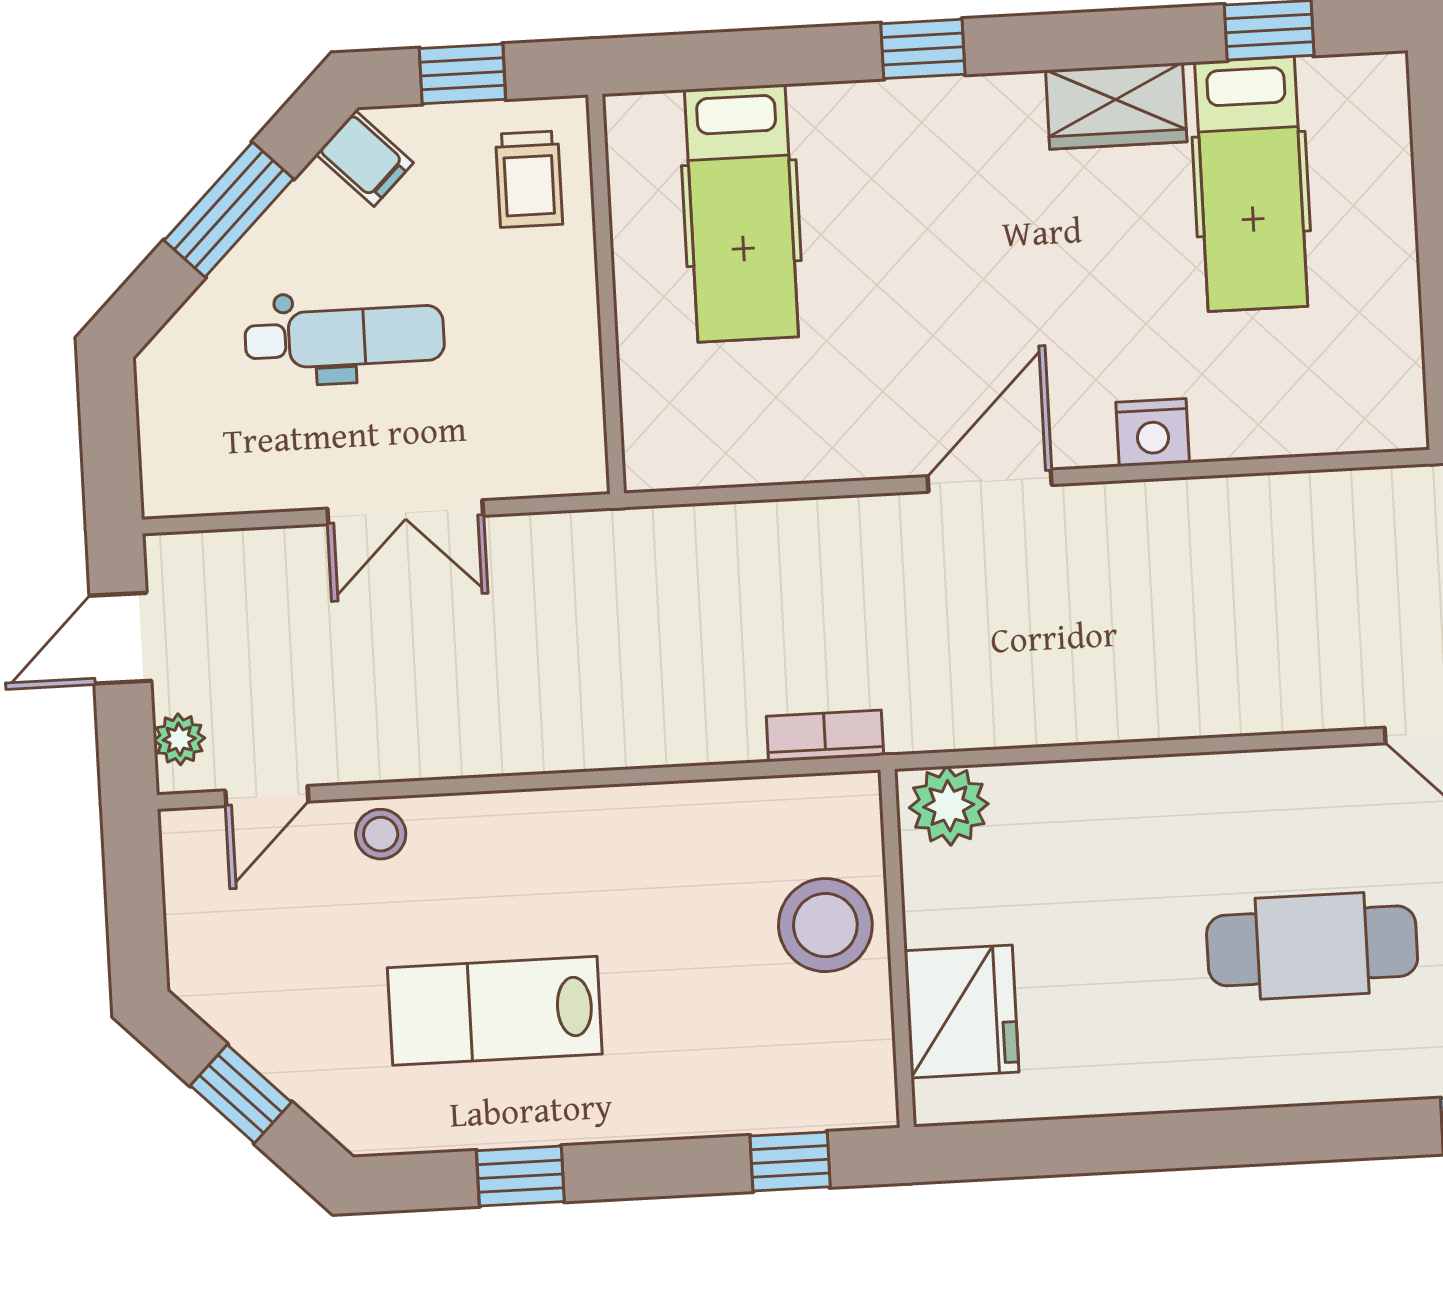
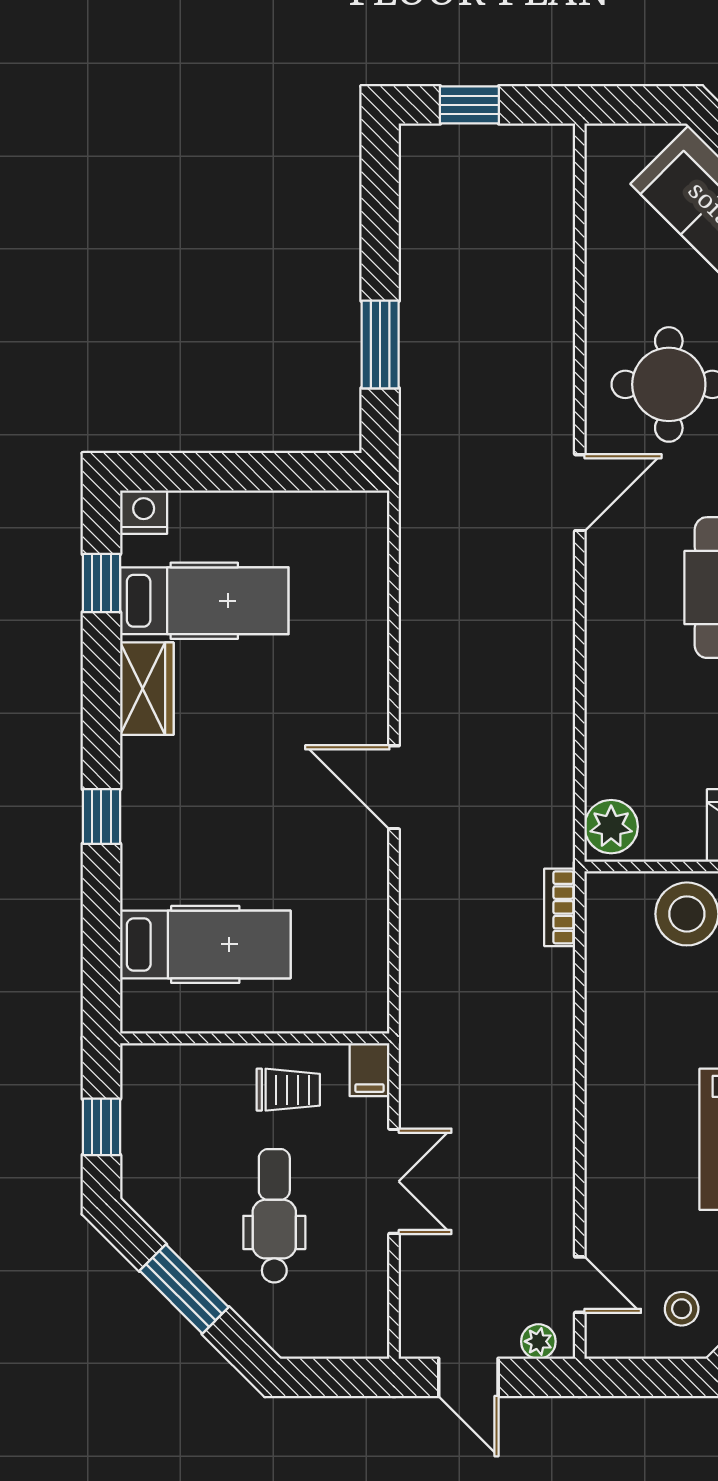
filing cabinet: (365, 158) -> (369, 1070), moved, turned 135
trolley: (529, 179) -> (288, 1090), moved
nightstand: (1153, 432) -> (144, 512), moved, turned -90
stool: (381, 834) -> (682, 1309), moved

